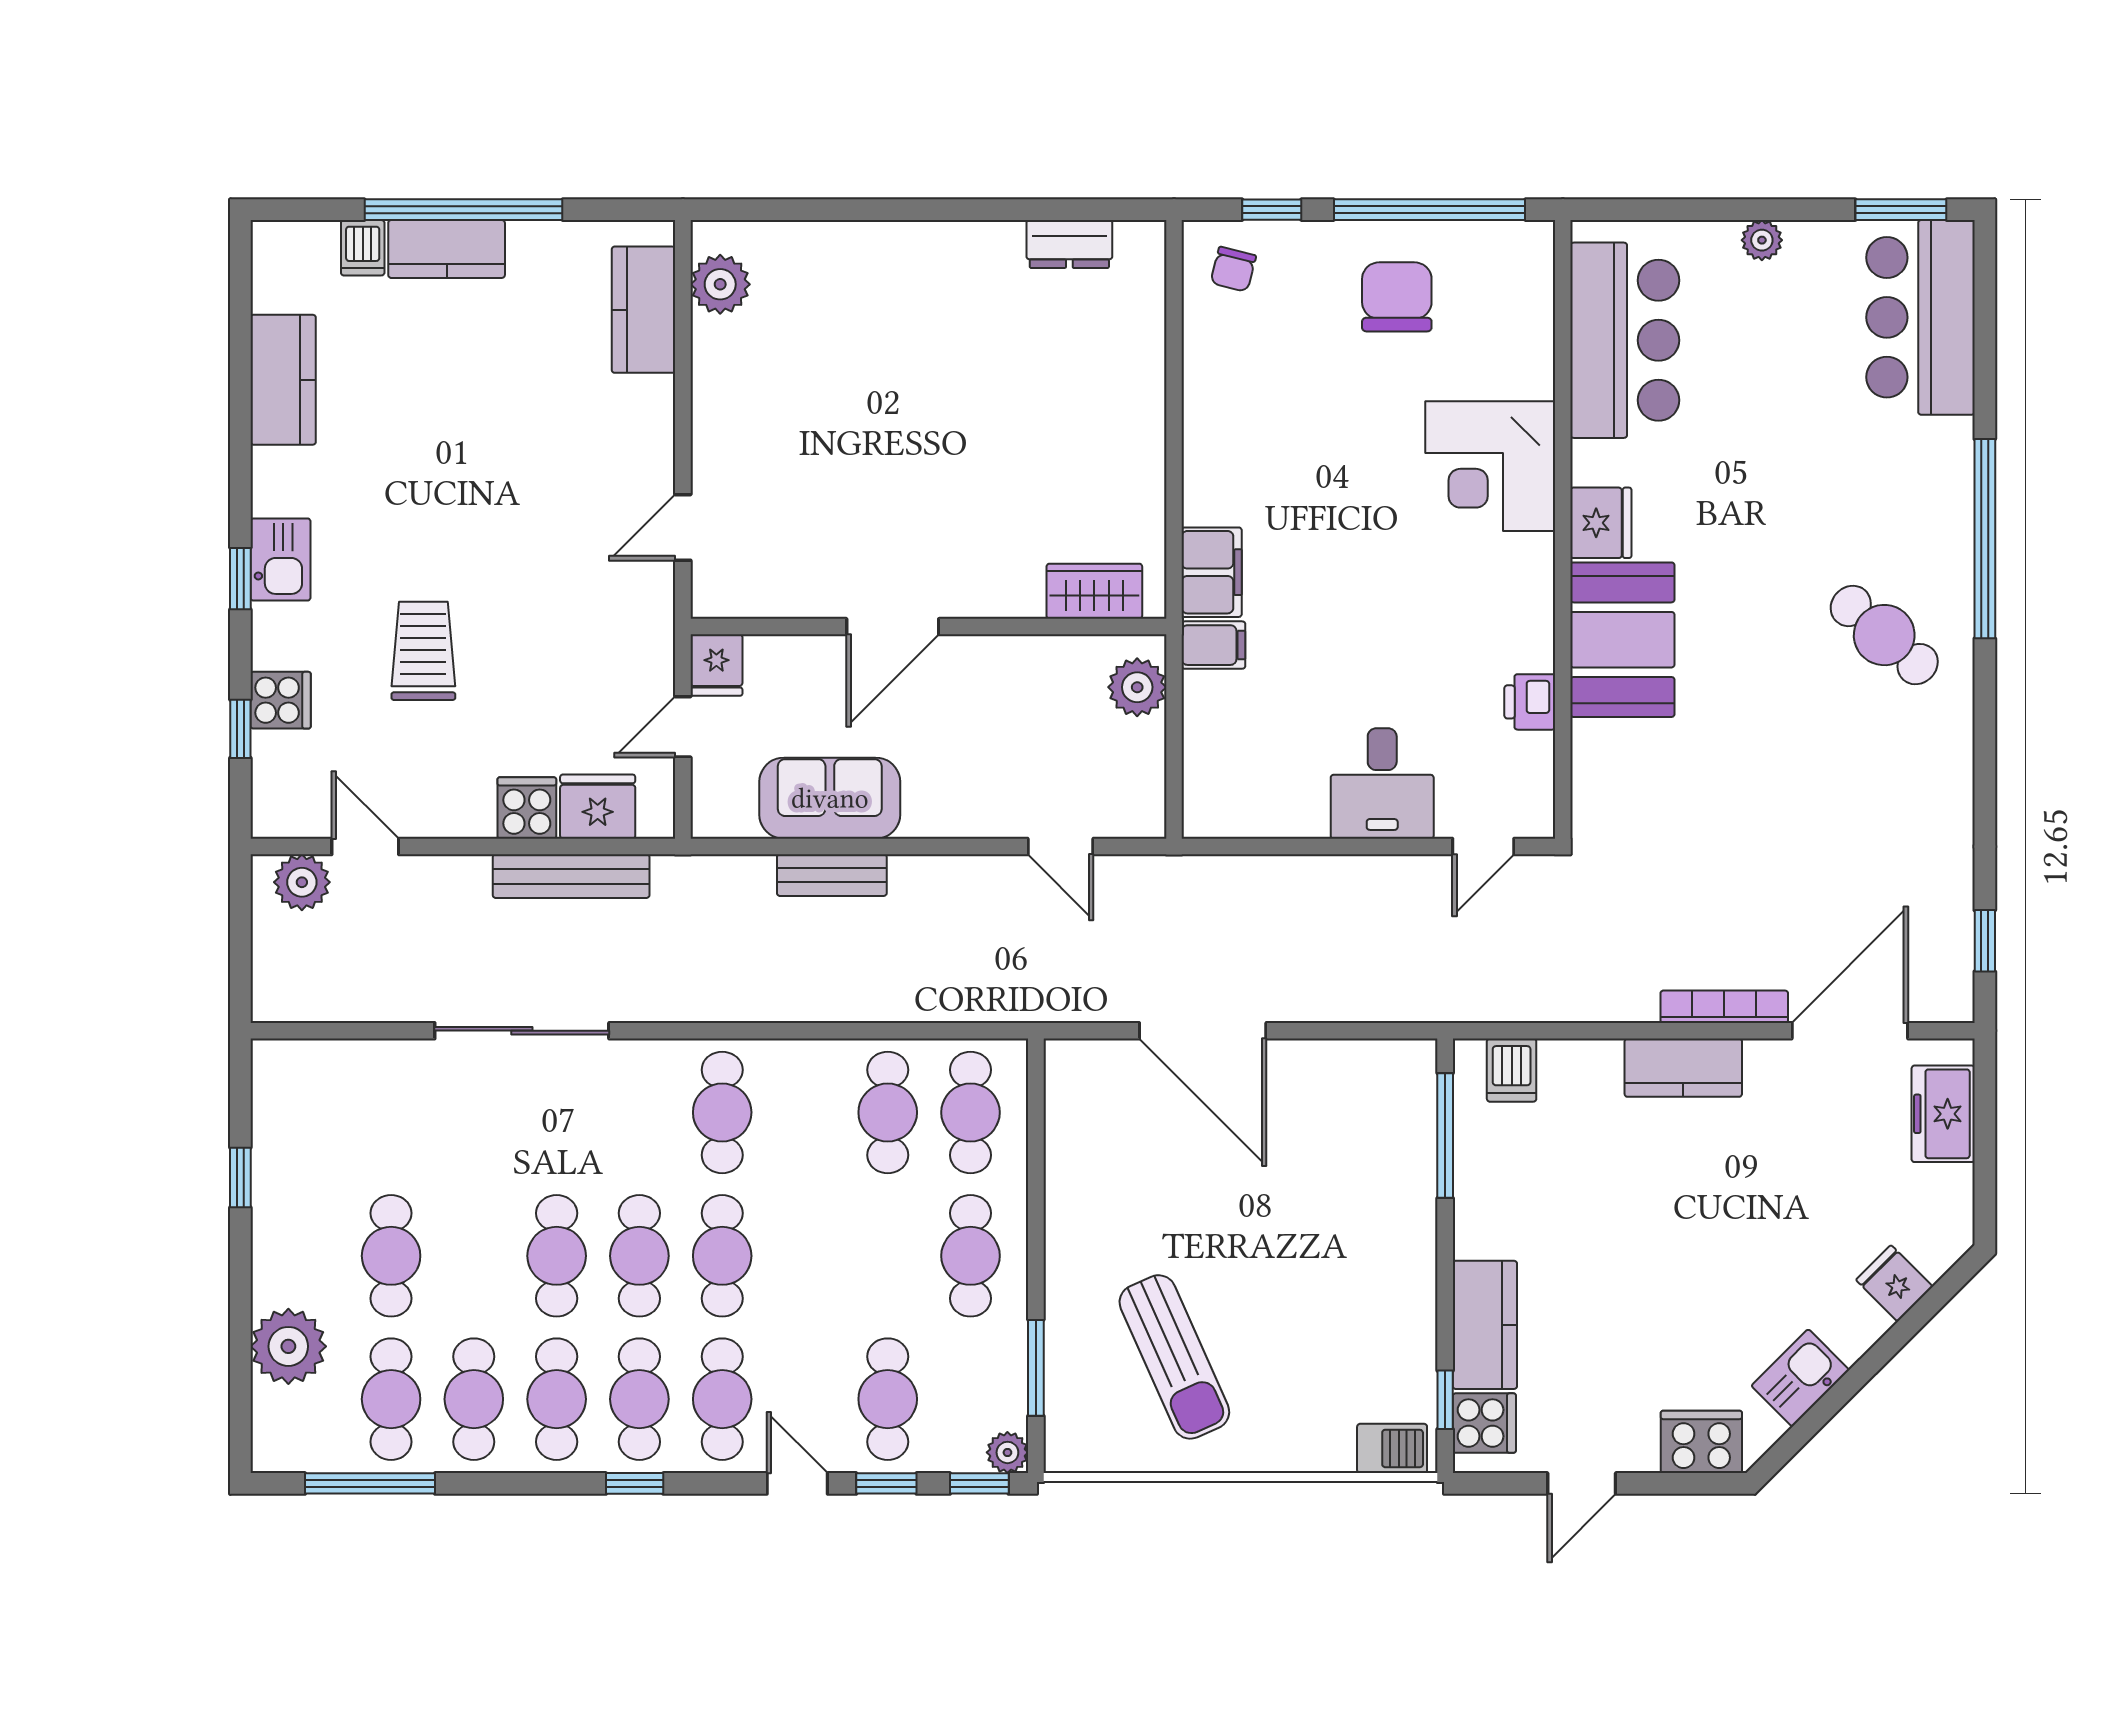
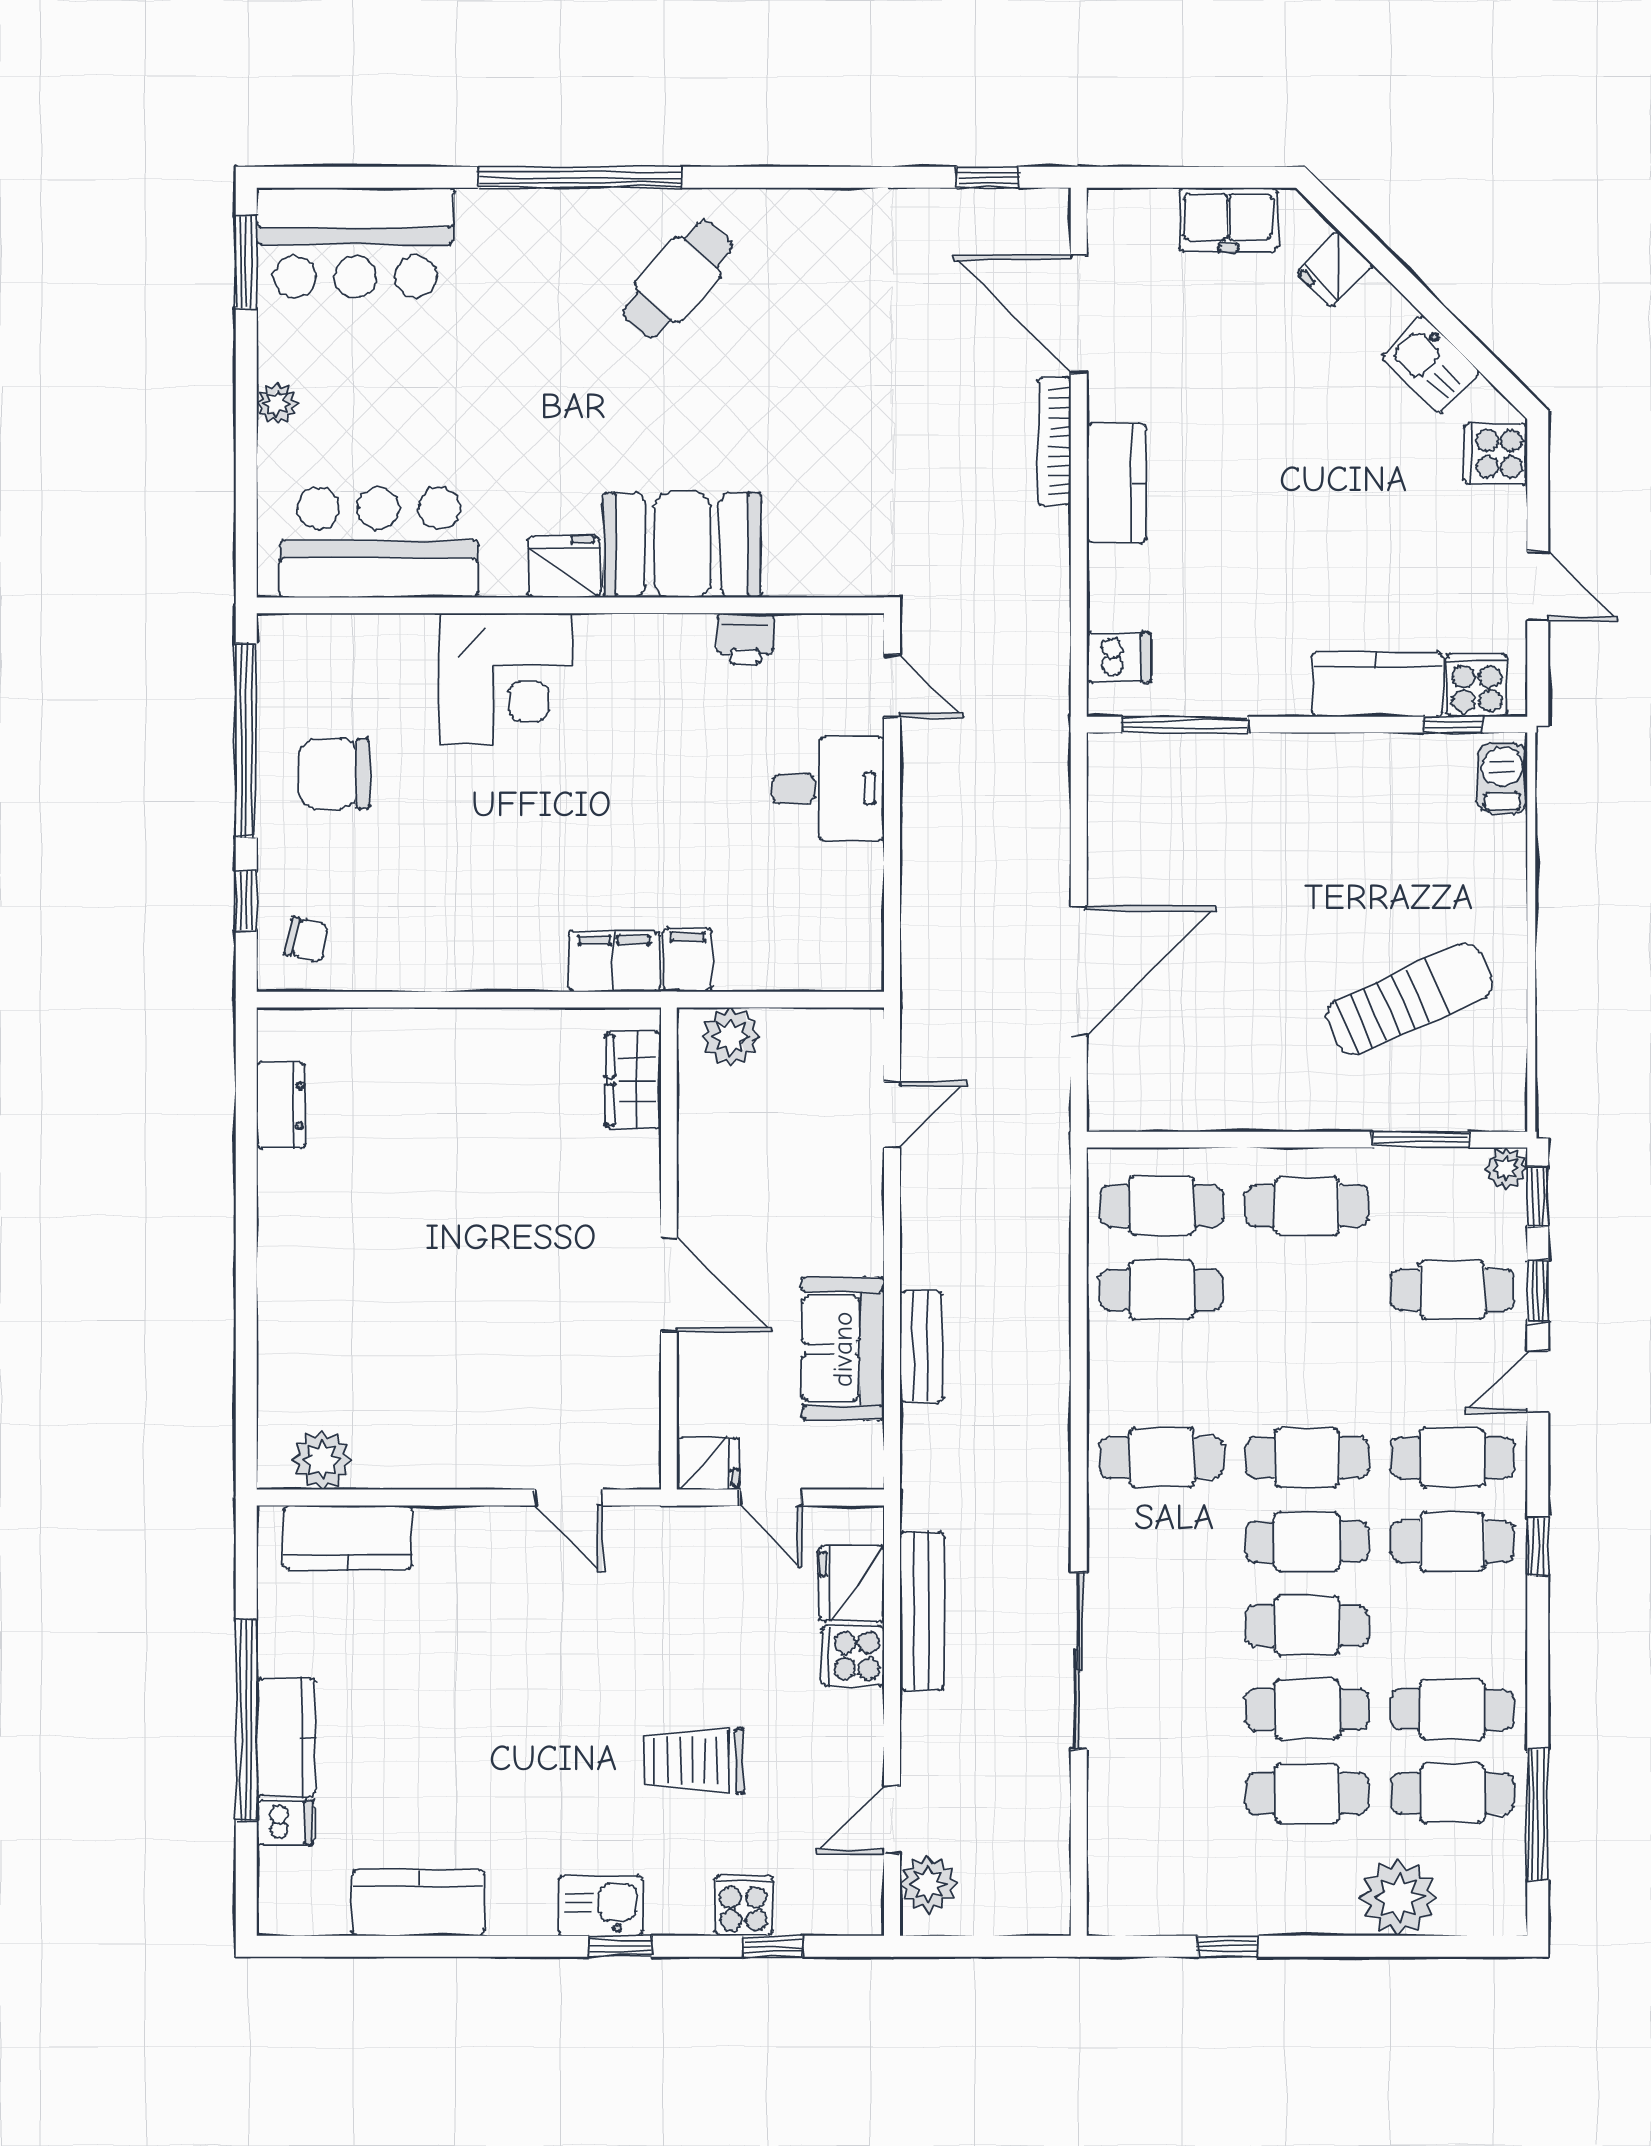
freezer: (1943, 1114) -> (1228, 220), moved
cafe table: (557, 1399) -> (1307, 1709), moved
cooker: (1701, 1442) -> (1496, 454), width x0.73

